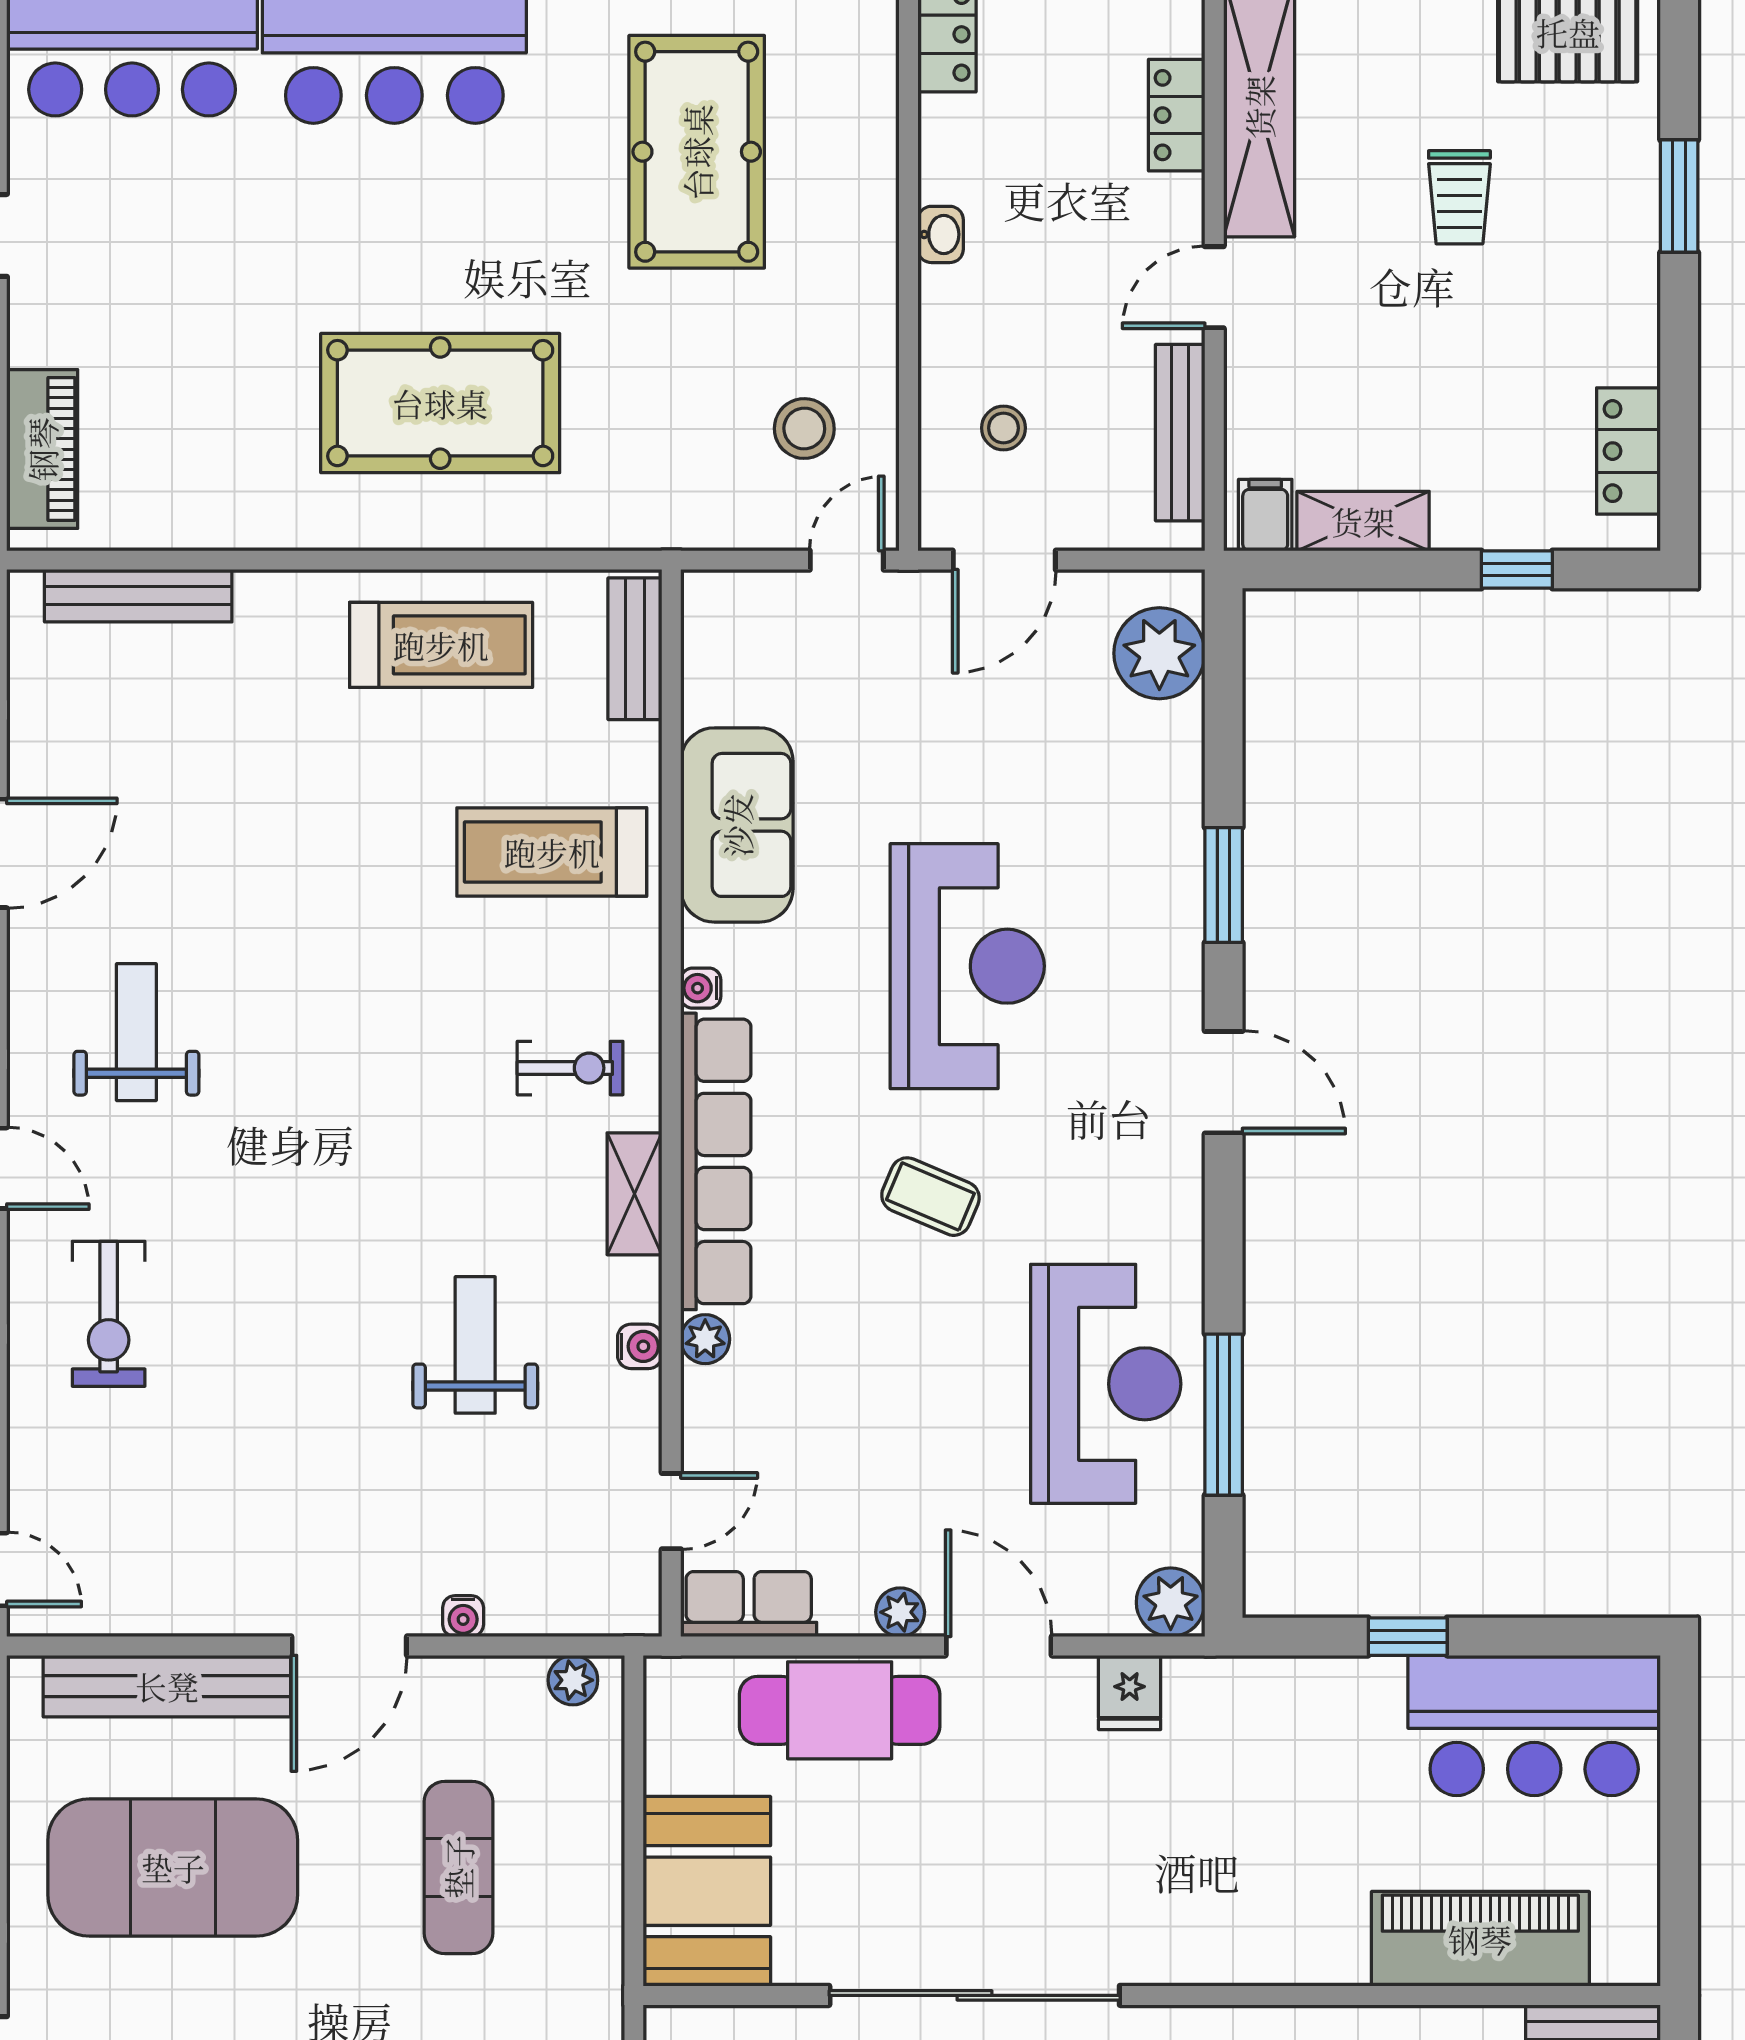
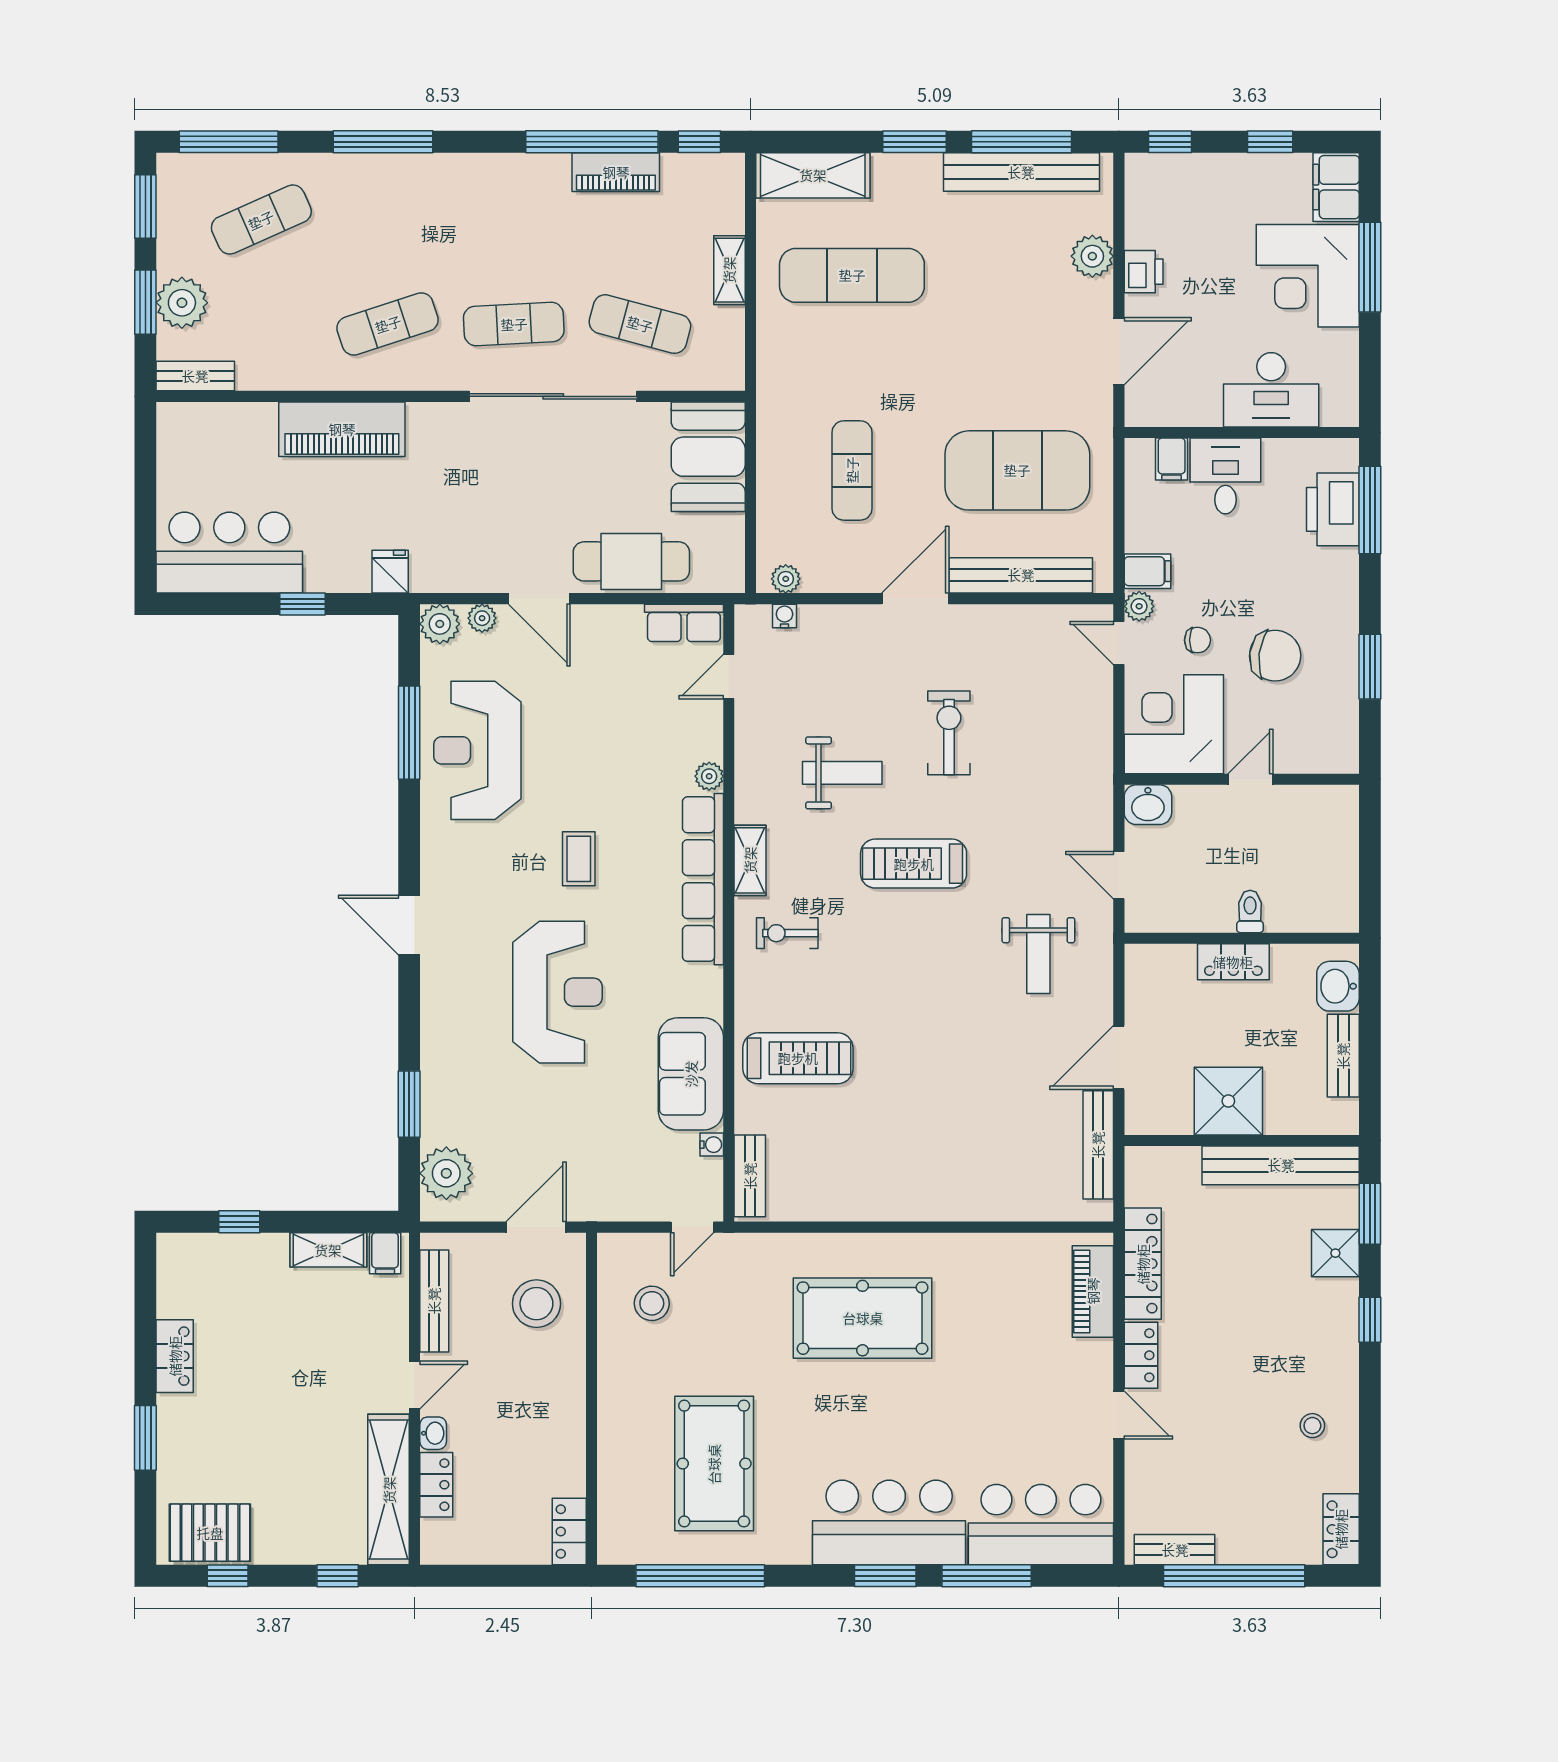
trolley: (1459, 197) -> (273, 1437), removed
washbasin: (941, 234) -> (433, 1433), moved, turned 180
stool: (1003, 428) -> (536, 1304), width x1.89, depth x1.89
locker: (1629, 451) -> (175, 1356), moved
door: (847, 560) -> (692, 1227), moved
bench: (138, 596) -> (1098, 1145), moved, turned 90
treadmill: (441, 645) -> (914, 864), moved
window: (1224, 885) -> (409, 1104), moved
reception desk: (967, 966) -> (557, 992), turned 180
water cooler: (701, 988) -> (712, 1145), moved
coffee table: (930, 1197) -> (579, 859), turned 67
exercise bike: (109, 1314) -> (949, 733), moved
weight bench: (475, 1345) -> (842, 773), turned -90
water cooler: (640, 1346) -> (747, 772), removed
plant: (900, 1612) -> (482, 618), moved
water cooler: (463, 1616) -> (784, 616), moved
fridge: (1130, 1692) -> (390, 572), moved
piano: (1480, 1939) -> (342, 429), moved

